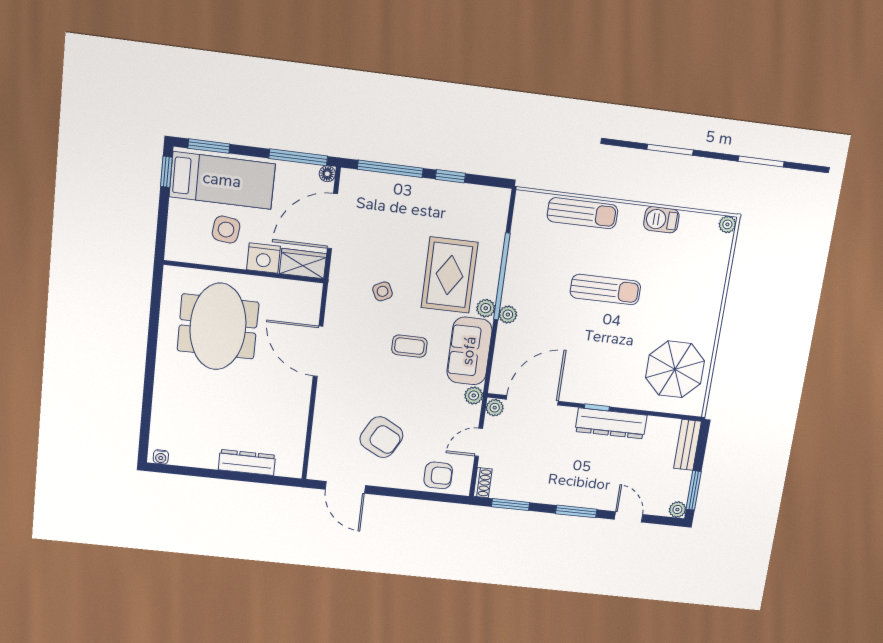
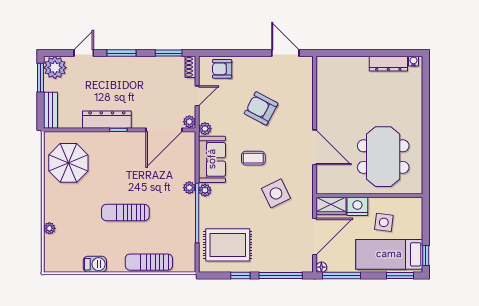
plant: (727, 224) -> (49, 228), moved
rug: (450, 275) -> (228, 245), moved, turned 90
side table: (383, 291) -> (276, 193), width x1.87, depth x1.87
armchair: (381, 437) -> (261, 108), moved
dresser: (247, 462) -> (388, 64), moved
plant: (677, 510) -> (55, 68), width x1.88, depth x1.88
door: (628, 517) -> (84, 53), swing flipped

